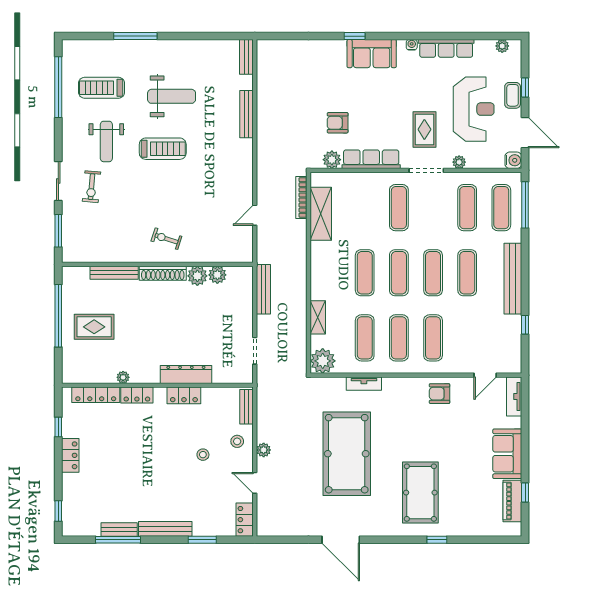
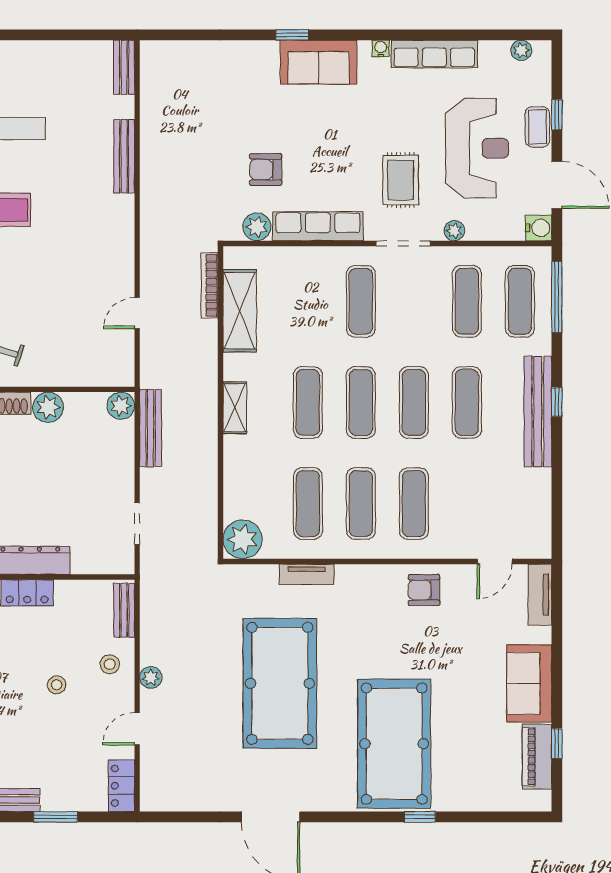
plant: (217, 275) -> (121, 406), moved
shelving: (318, 317) -> (235, 408), moved
window: (525, 325) -> (557, 402), moved
door: (255, 483) -> (137, 729), hinge flipped
pool table: (420, 493) -> (394, 744), width x1.36, depth x1.32

